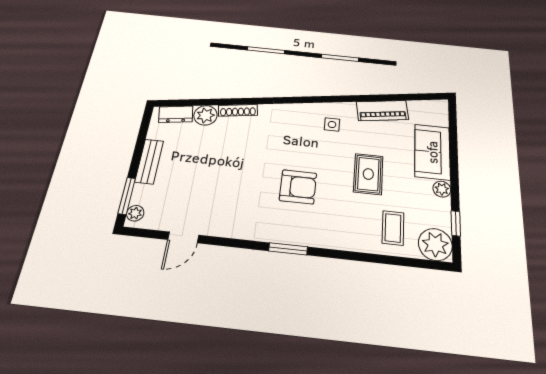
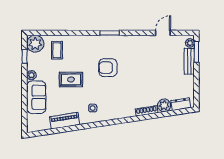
bench: (149, 161) -> (189, 61), moved
rug: (368, 174) -> (71, 80), turned 90

